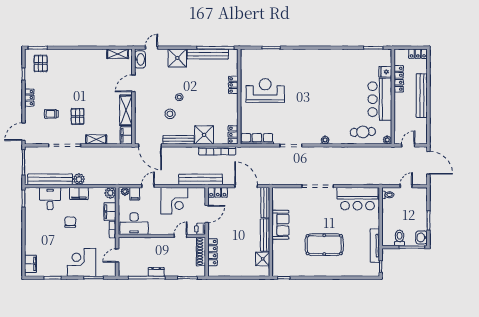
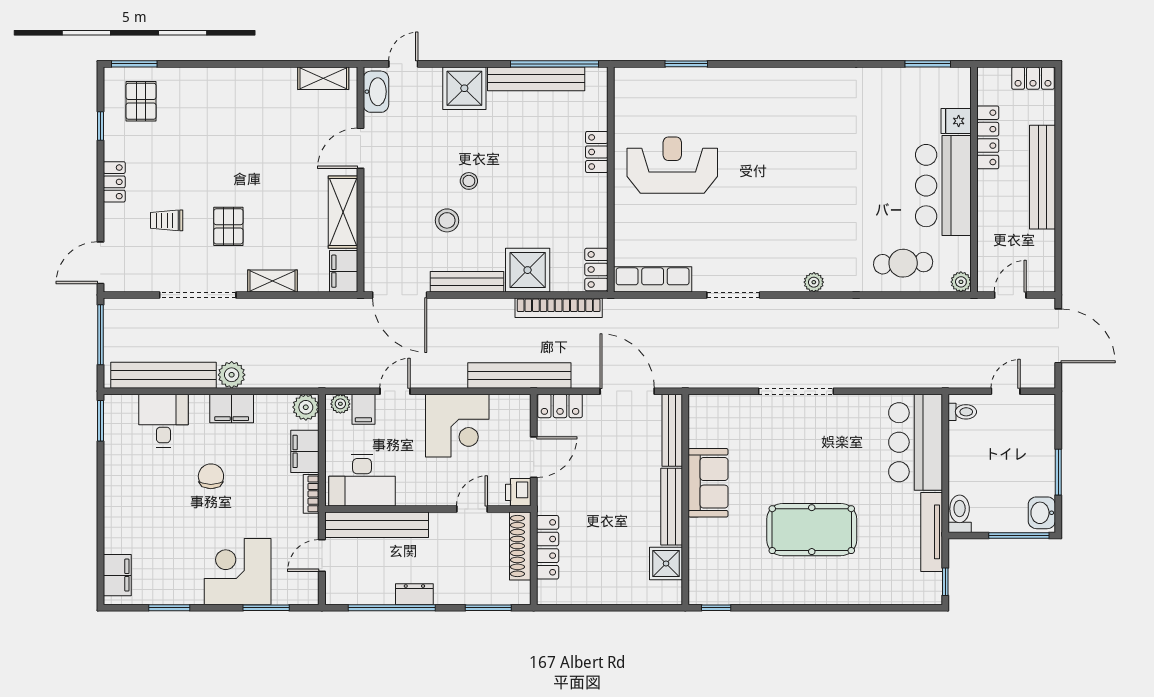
bar counter: (357, 199) -> (916, 442), moved, turned 90
toilet: (399, 238) -> (960, 514), moved
bench: (140, 243) -> (377, 525), added

